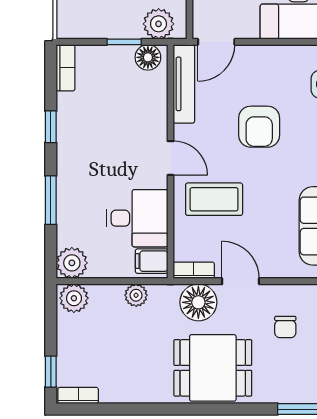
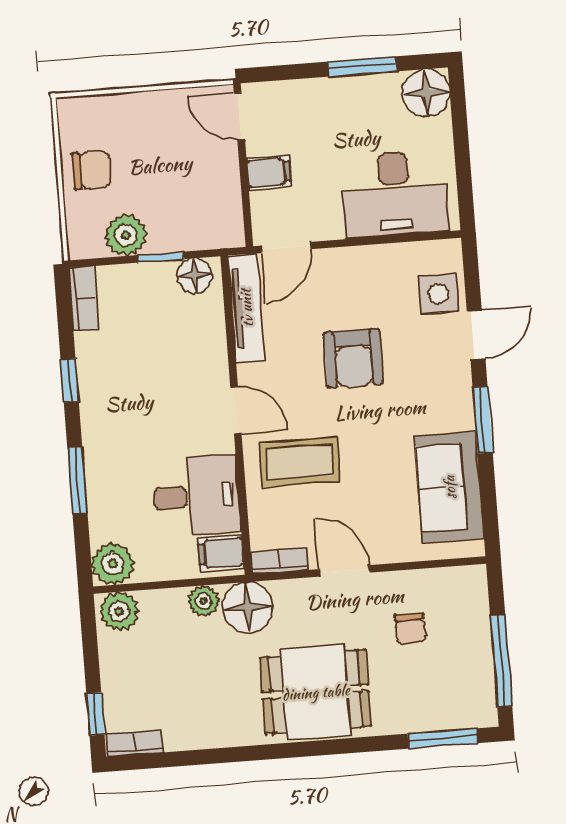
plant: (159, 24) -> (126, 235), moved
floor lamp: (198, 302) -> (248, 607), moved

